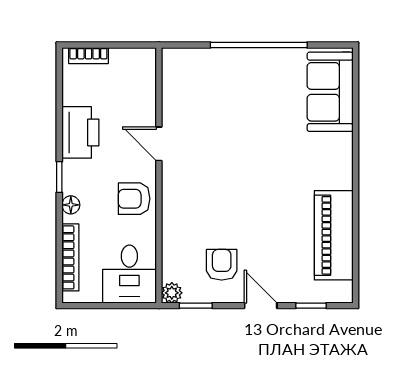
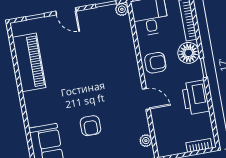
plant: (171, 78) -> (146, 141), added
floor lamp: (71, 205) -> (189, 53), width x1.89, depth x1.89
armchair: (222, 265) -> (90, 126), moved

